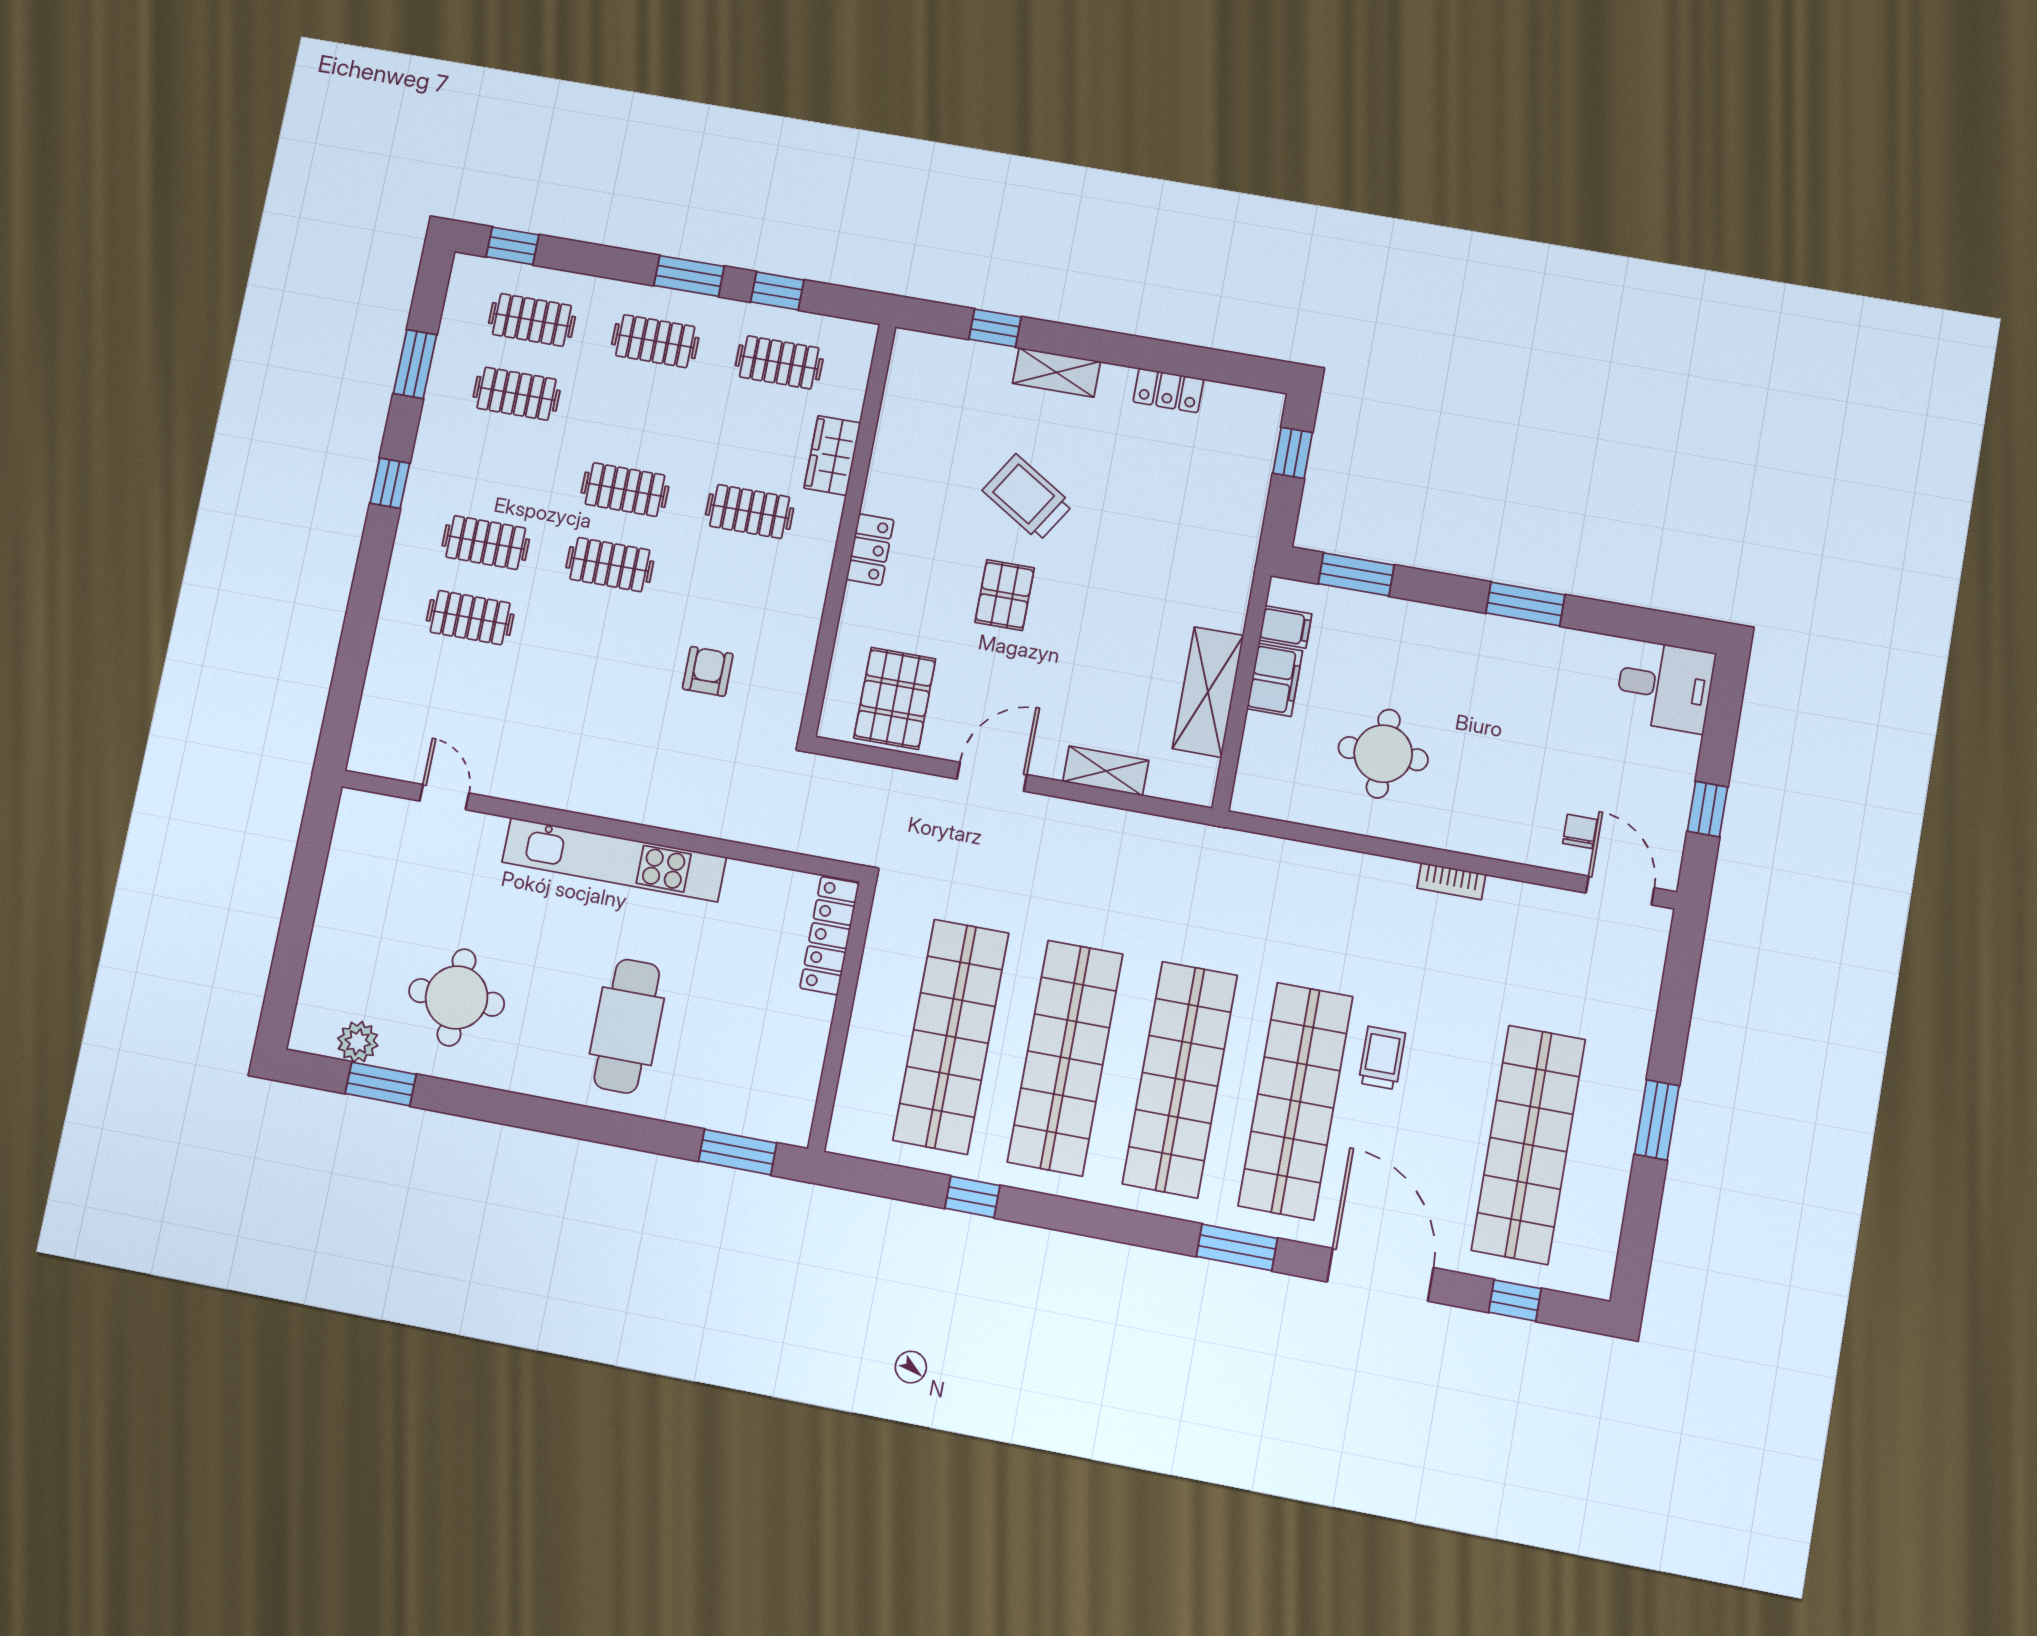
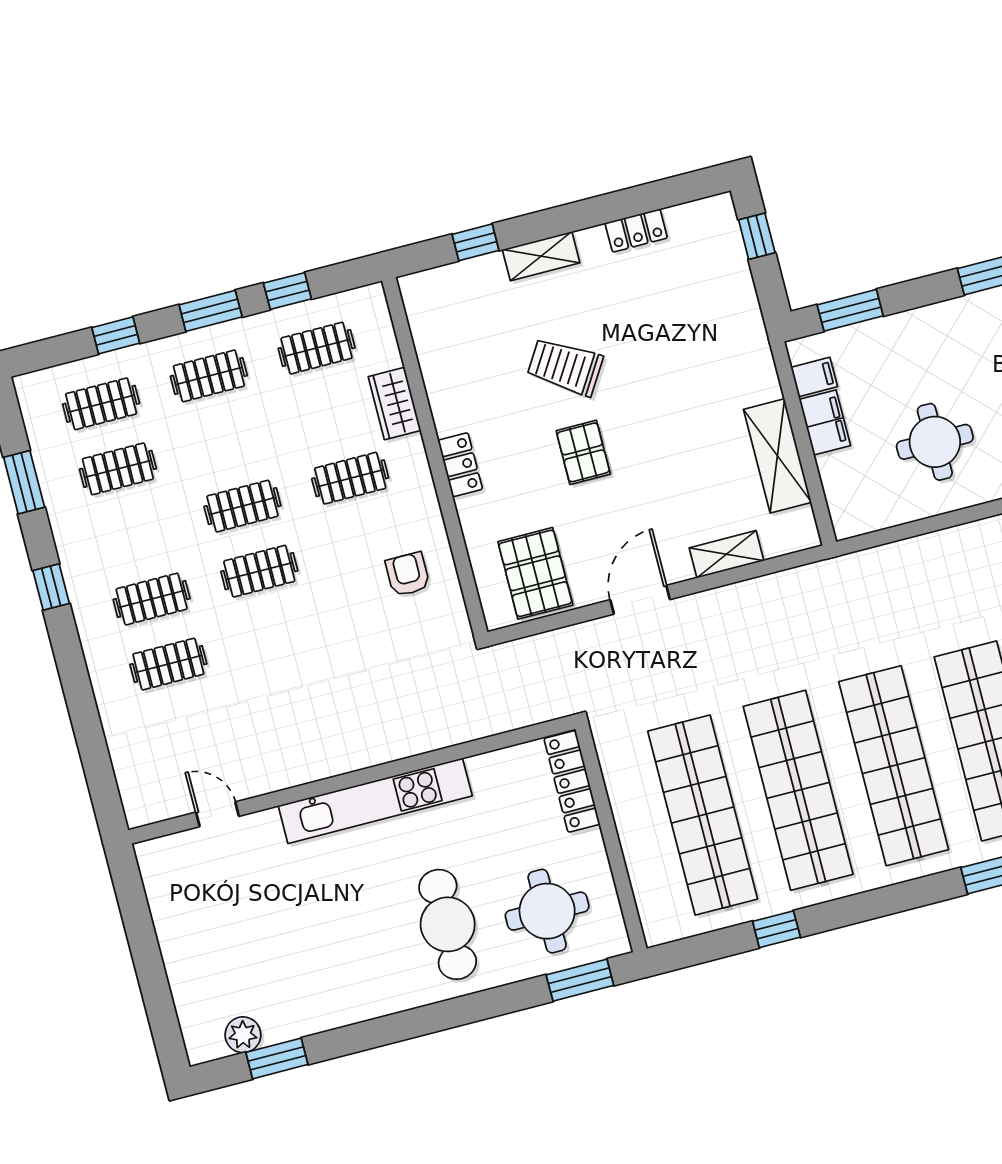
window: (513, 246) -> (116, 335), moved
armchair: (708, 671) -> (408, 574), moved
round table: (457, 997) -> (547, 911), moved

